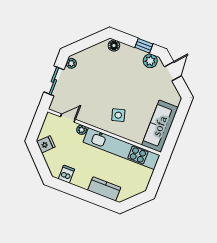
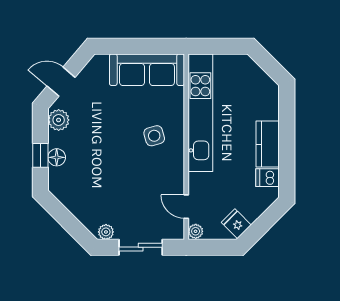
floor lamp: (114, 46) -> (57, 157), moved
window: (144, 46) -> (40, 155), moved
plant: (82, 130) -> (196, 231), moved
kitchen counter: (104, 189) -> (268, 144), moved

